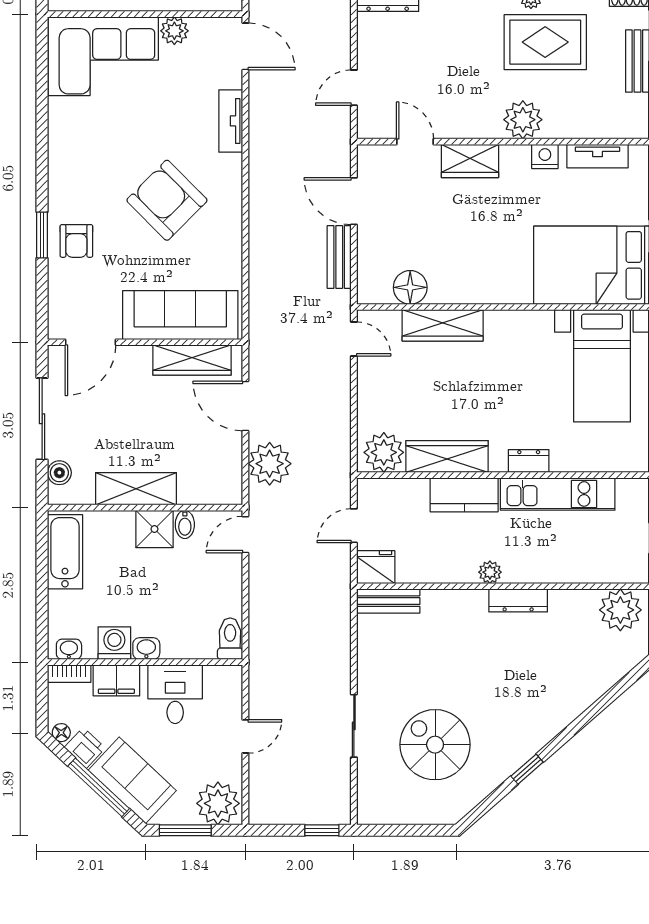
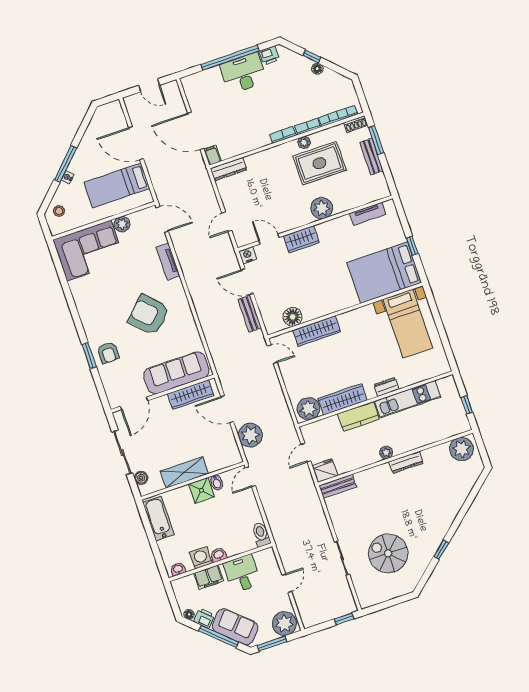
nightstand: (545, 156) -> (248, 255), moved
bookcase: (69, 674) -> (183, 582), removed

